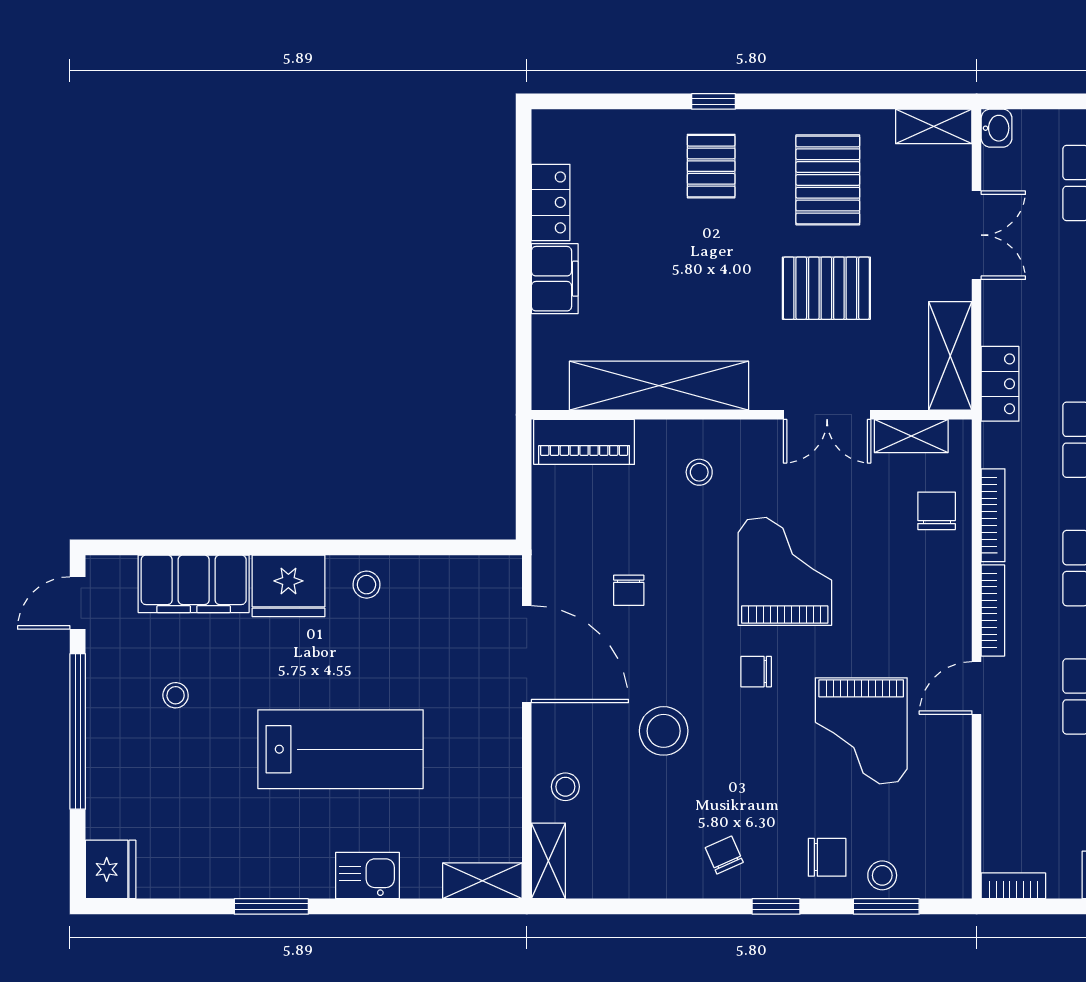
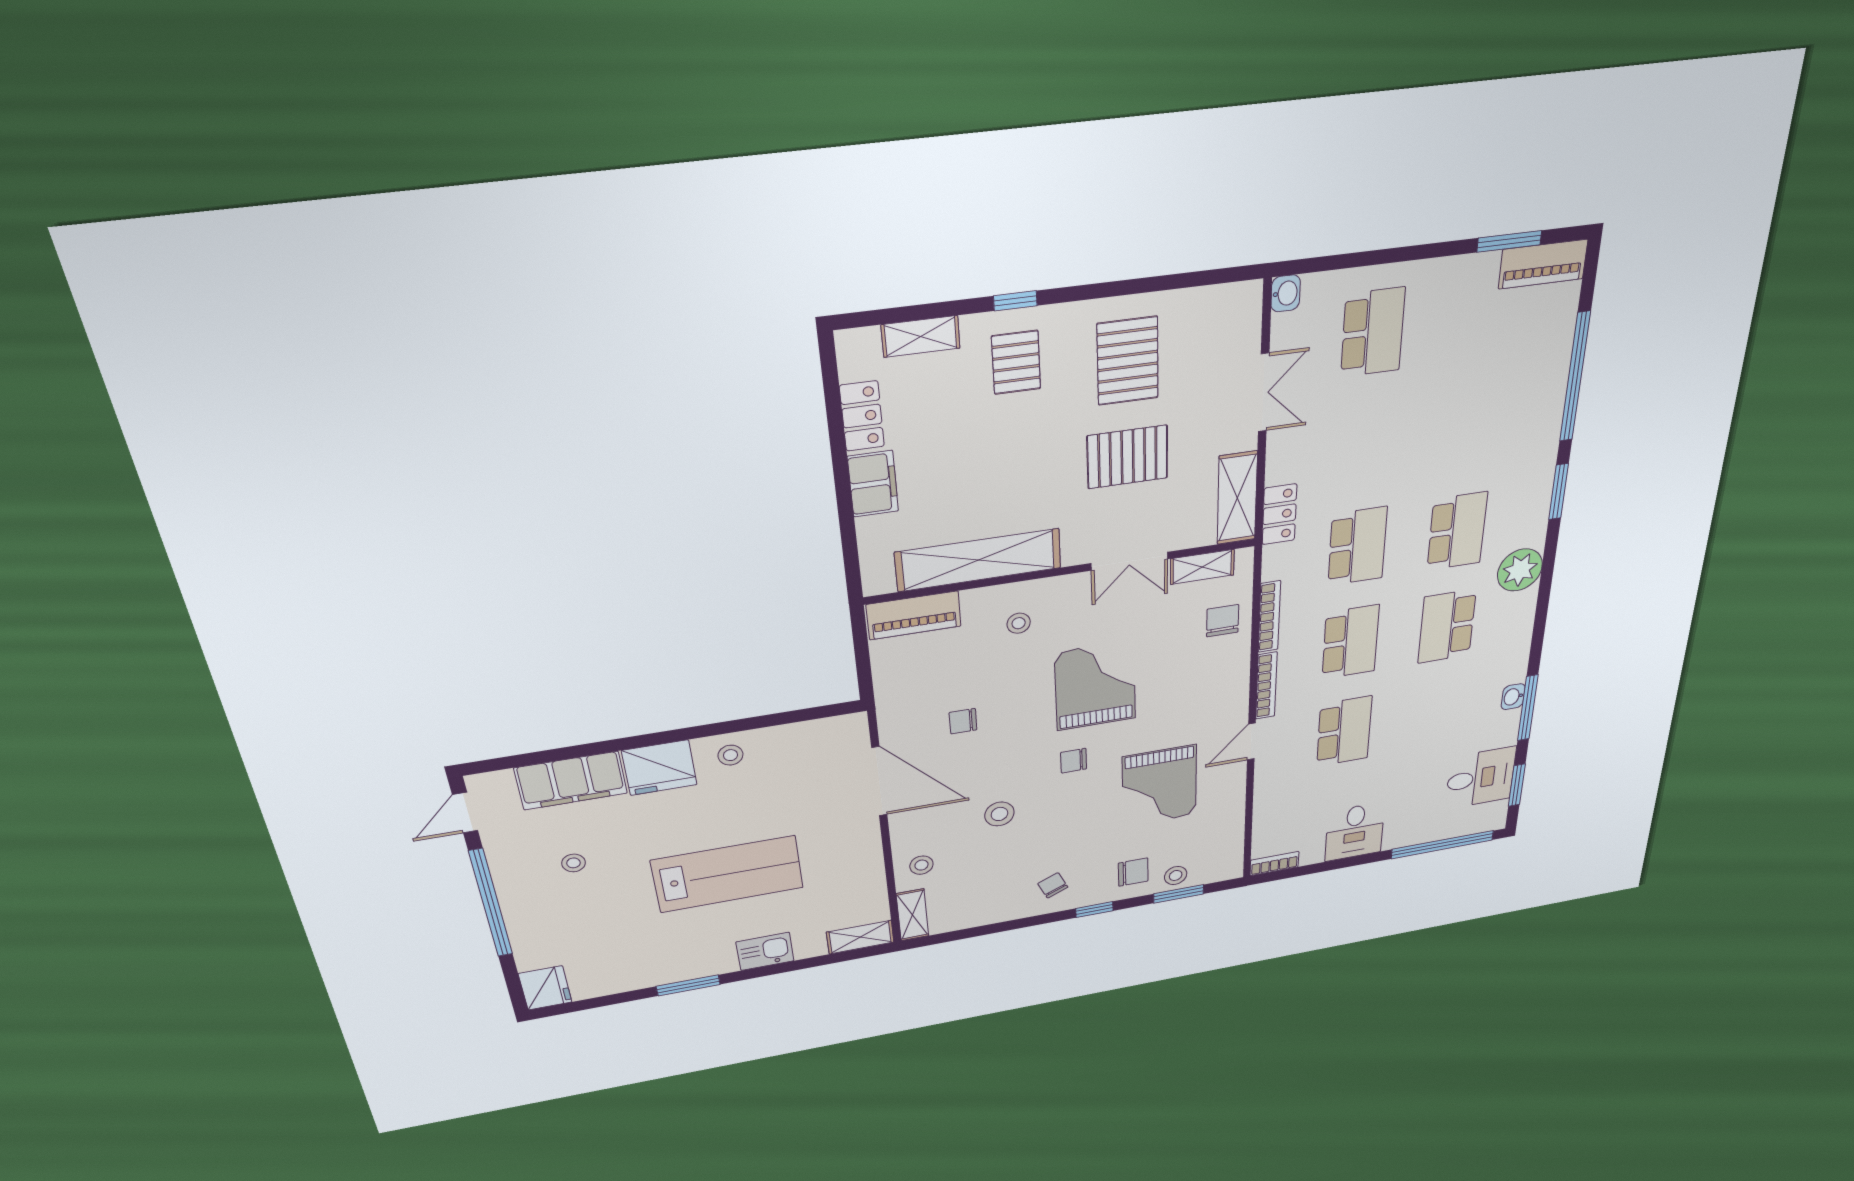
shelving: (934, 126) -> (921, 336), moved
chair: (629, 590) -> (963, 721), turned 90
stool: (664, 731) -> (999, 814), width x0.73, depth x0.73

